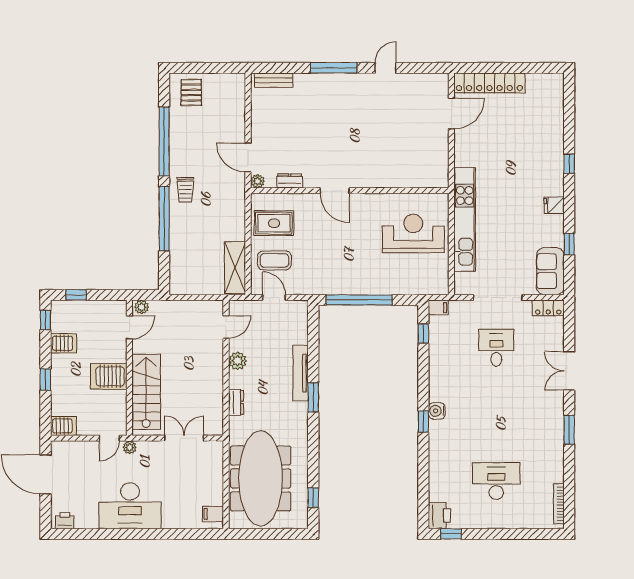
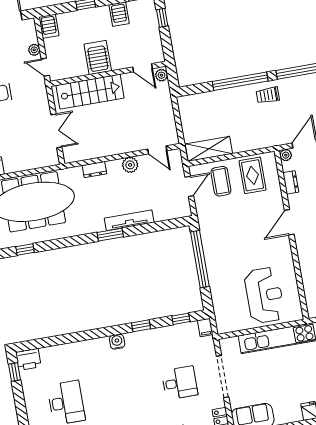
window: (423, 421) -> (141, 326), moved
plant: (130, 447) -> (34, 50), moved

